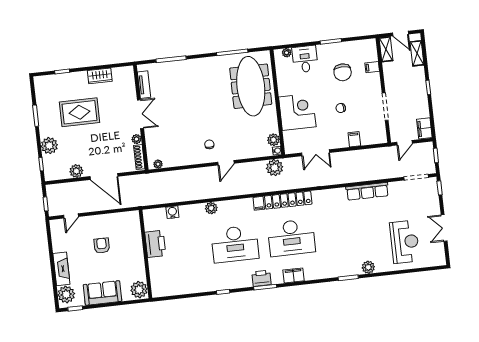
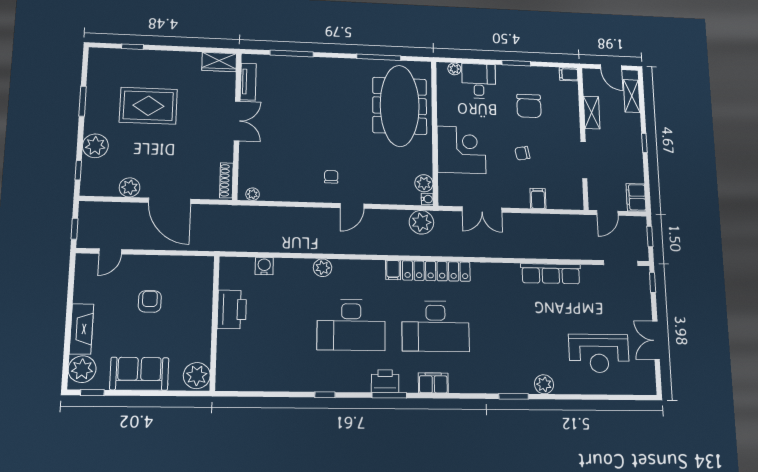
shelving: (386, 49) -> (592, 113), moved
filing cabinet: (372, 67) -> (569, 74), moved
wardrobe: (100, 76) -> (219, 62), moved
plant: (137, 139) -> (226, 155), removed
reception desk: (405, 242) -> (599, 353), turned 90

